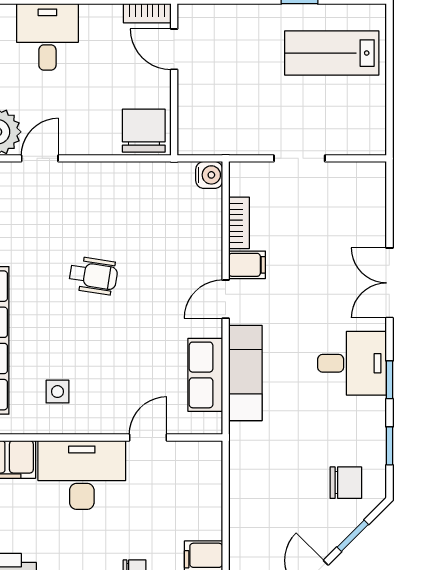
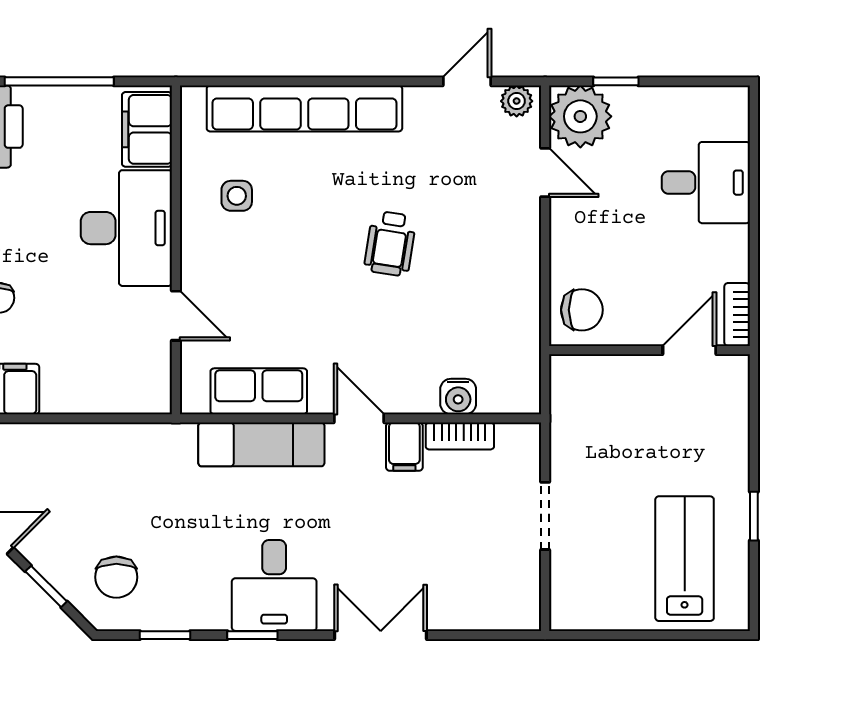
chair: (144, 131) -> (582, 310), width x0.73, depth x0.73
water cooler: (209, 175) -> (458, 397), moved

